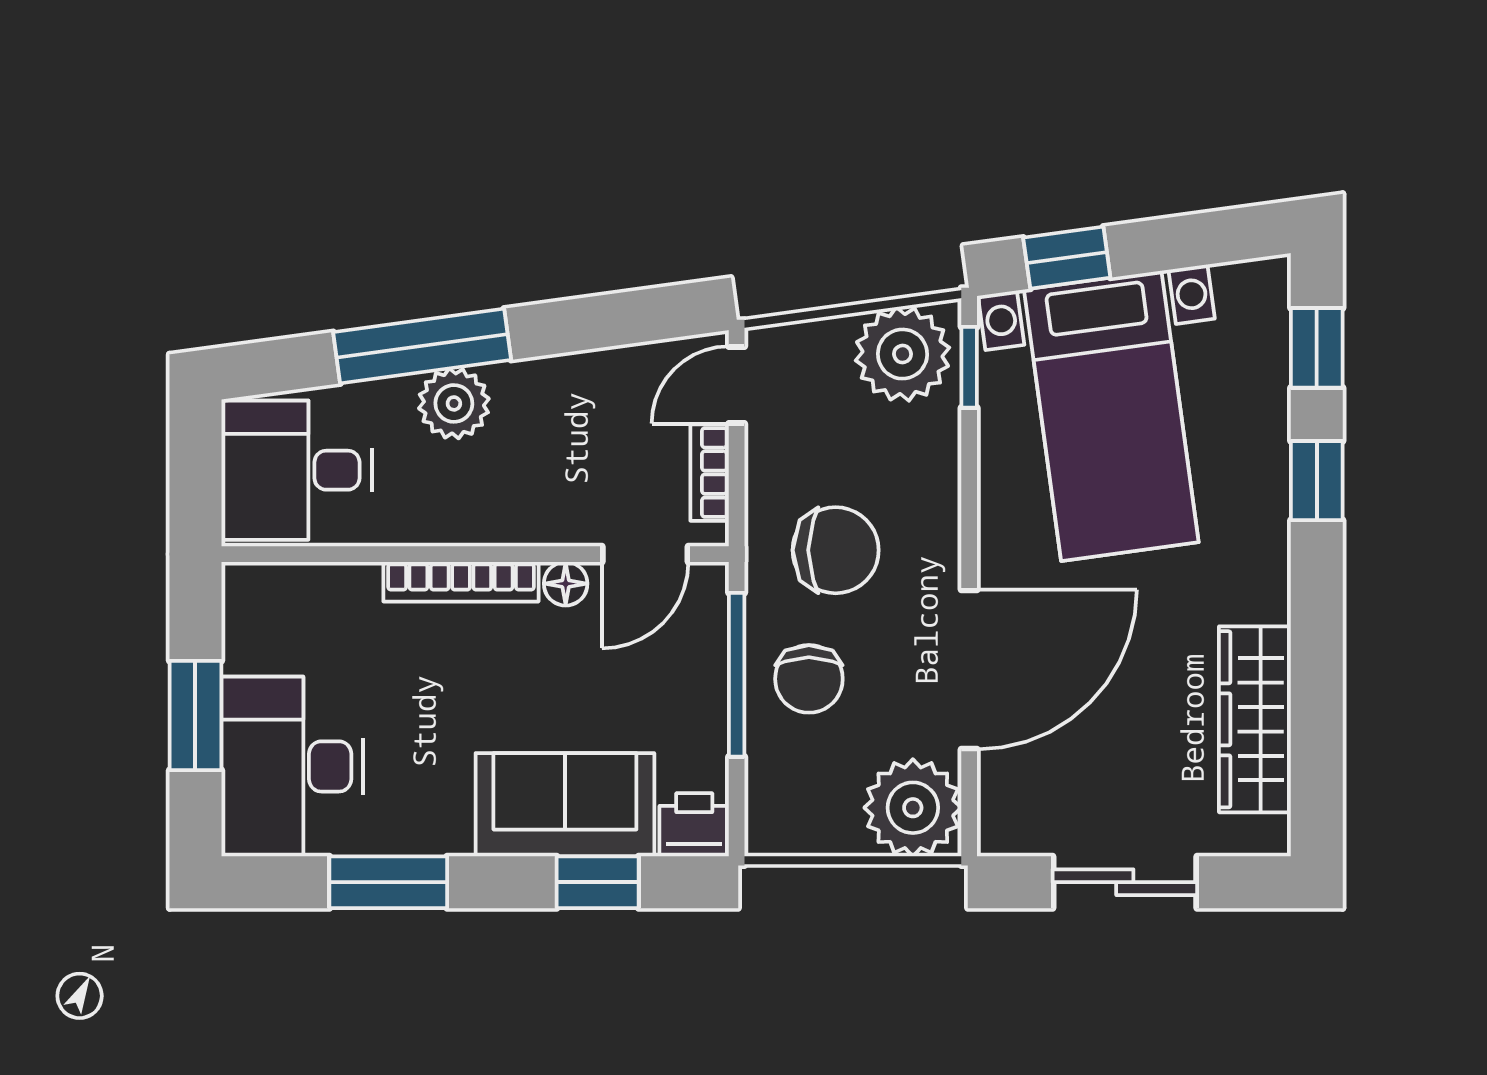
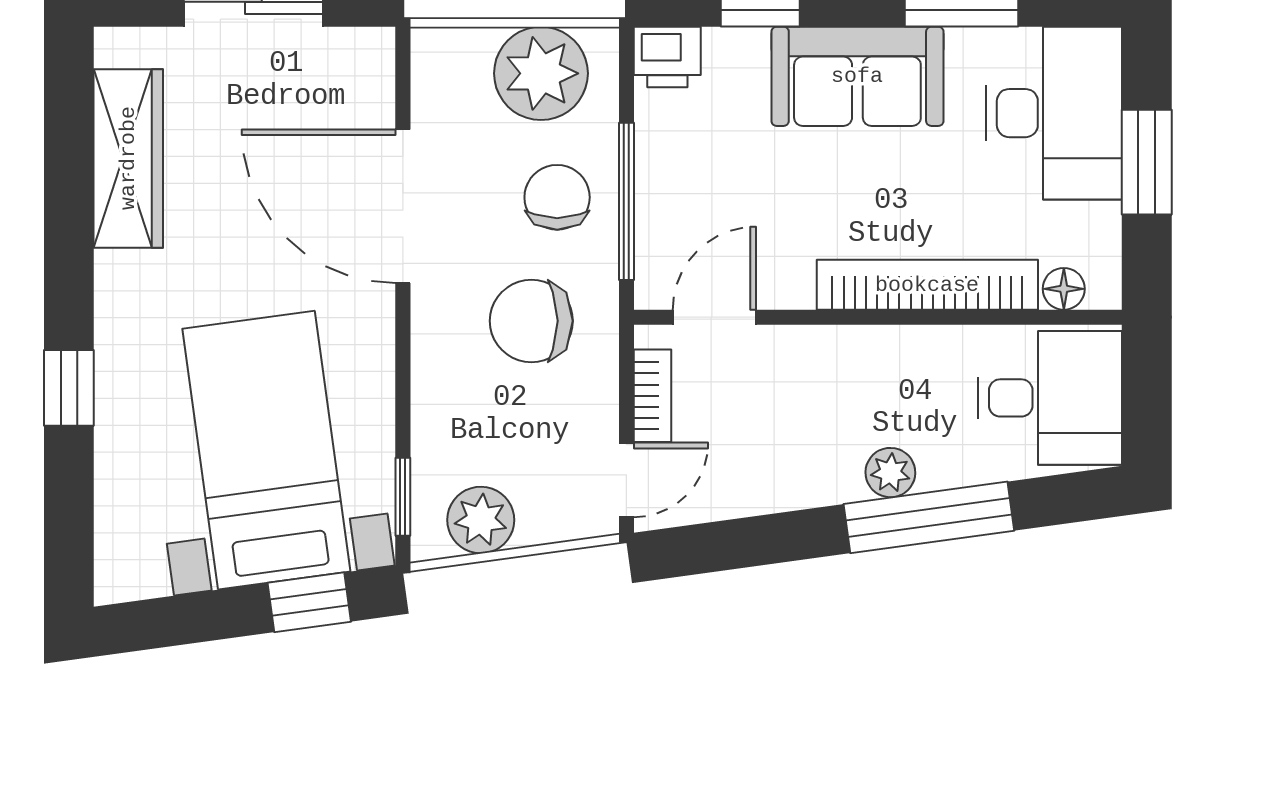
window: (1317, 348) -> (69, 516), removed
plant: (903, 354) -> (481, 520), width x0.73, depth x0.73
plant: (454, 403) -> (890, 473), width x0.73, depth x0.73
bookcase: (461, 582) -> (927, 285), width x1.48, depth x1.31
floor lamp: (566, 584) -> (1064, 289), moved
door: (969, 670) -> (403, 206), hinge flipped
sofa: (565, 805) -> (857, 76), moved
plant: (913, 808) -> (541, 73), moved

